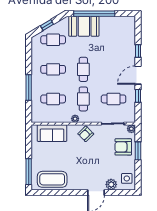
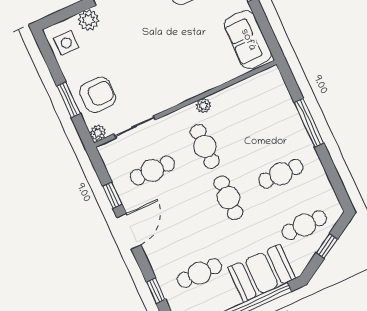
window: (138, 51) -> (156, 291), moved
cafe table: (53, 99) -> (199, 273), moved
sofa: (52, 133) -> (248, 40), moved, turned -90
armchair: (86, 134) -> (173, 88), removed

